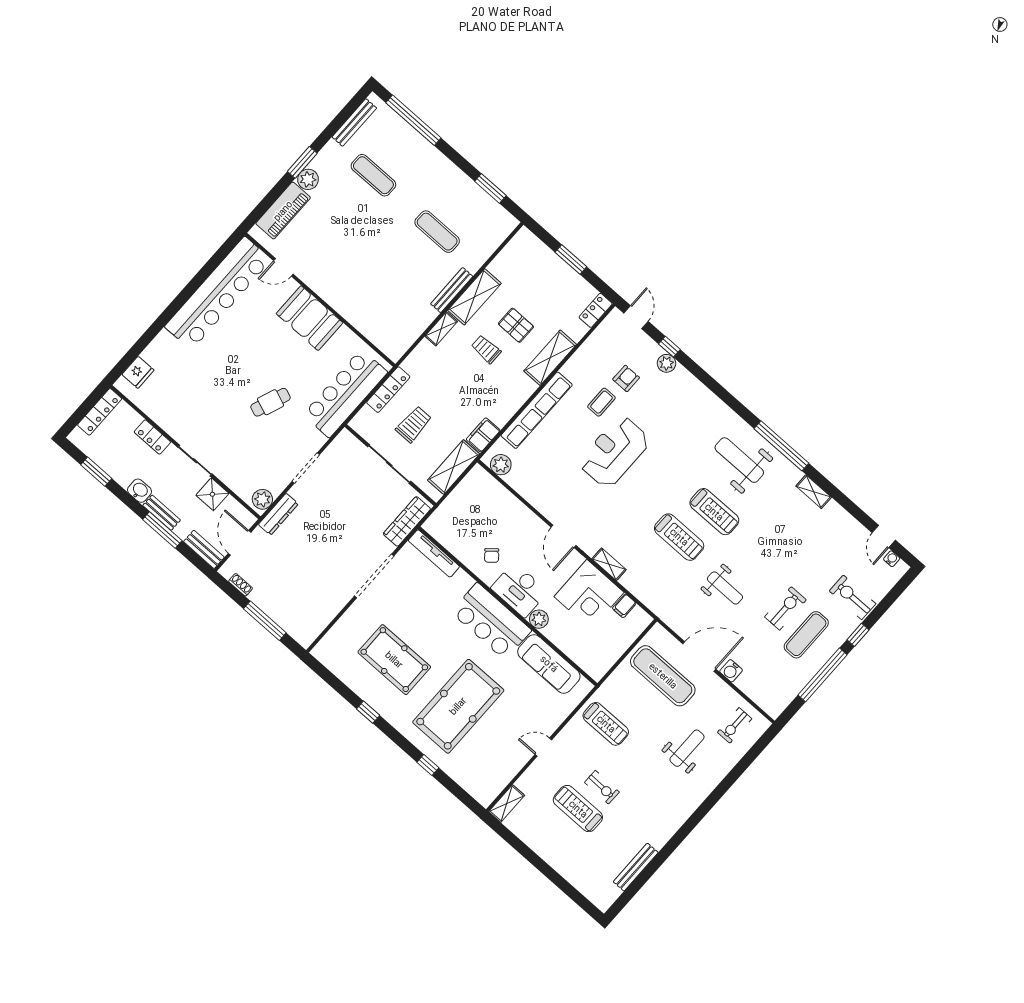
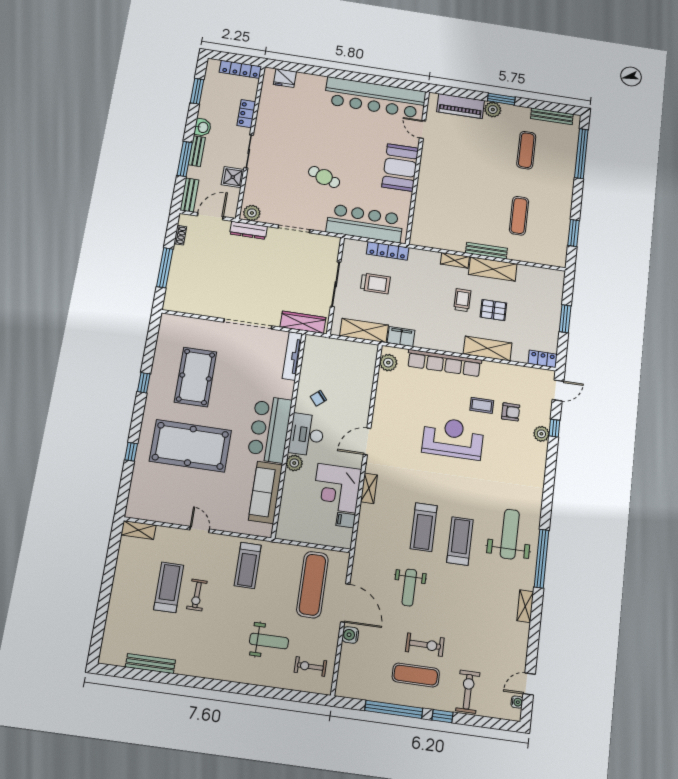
pallet: (516, 325) -> (493, 310), turned 90
treadmill: (714, 512) -> (460, 541), turned 180

